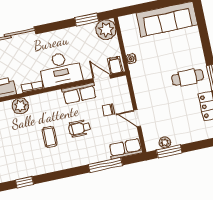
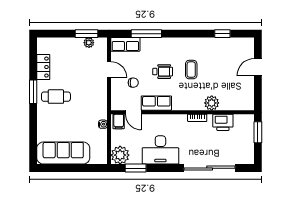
desk: (60, 69) -> (160, 150), moved, turned 180

